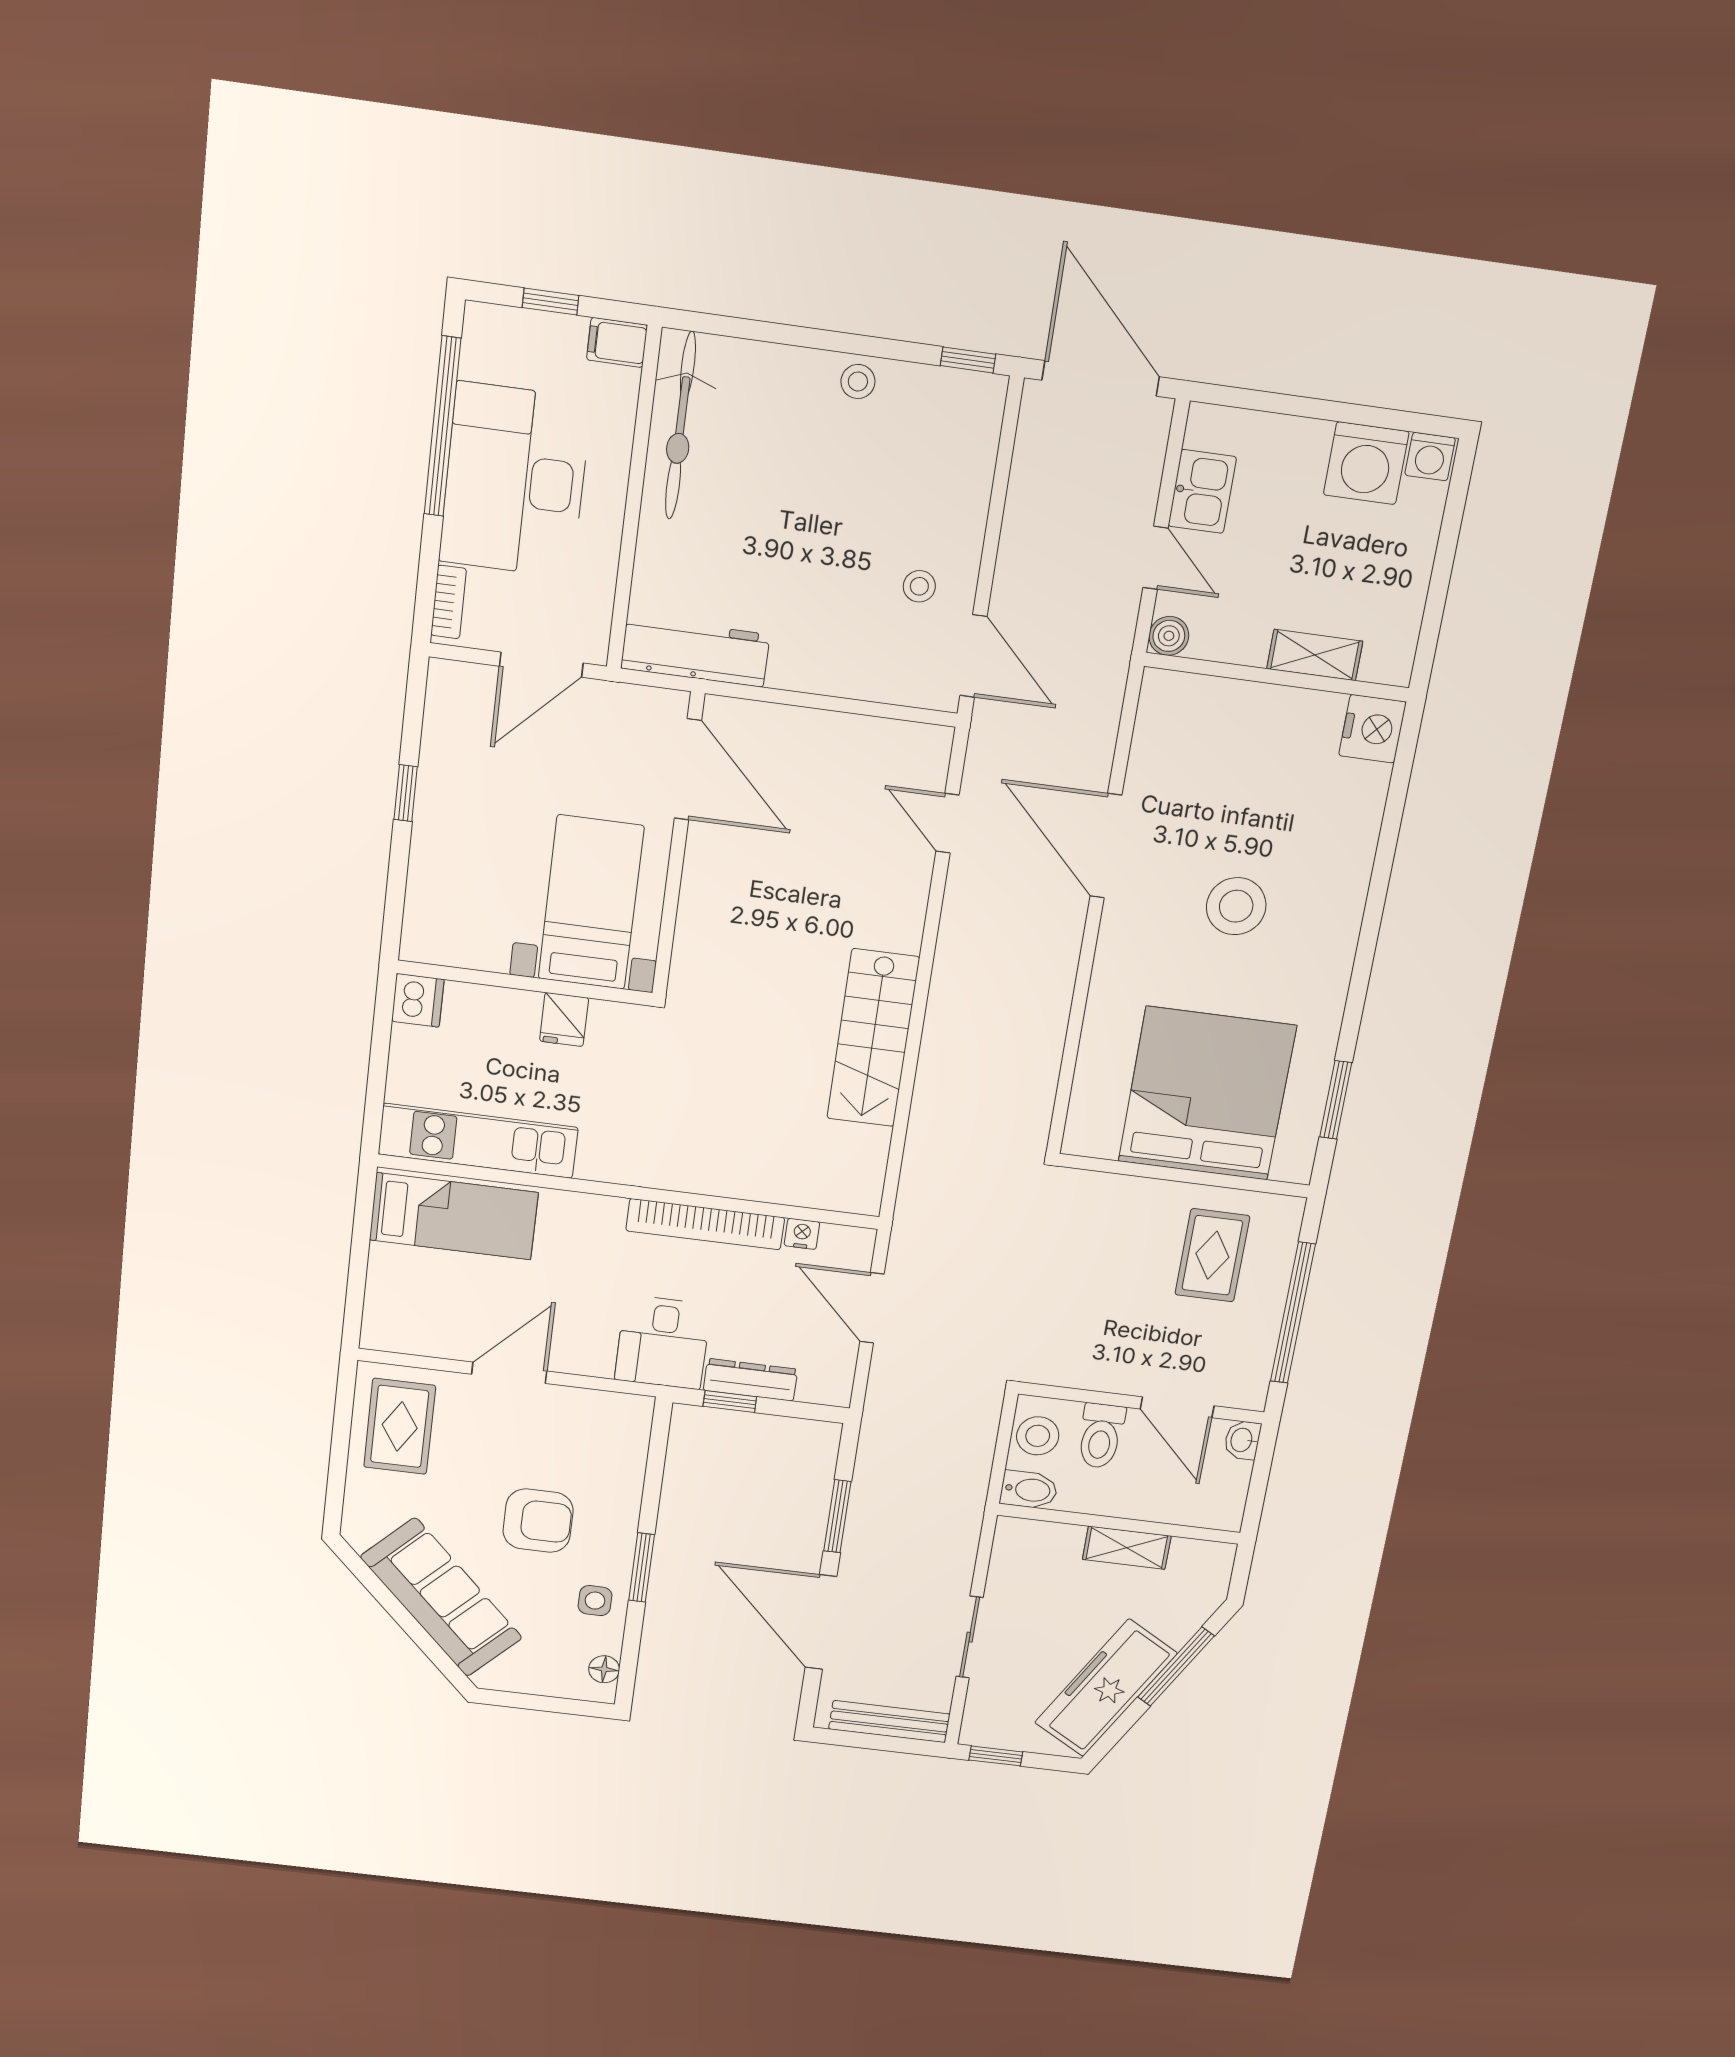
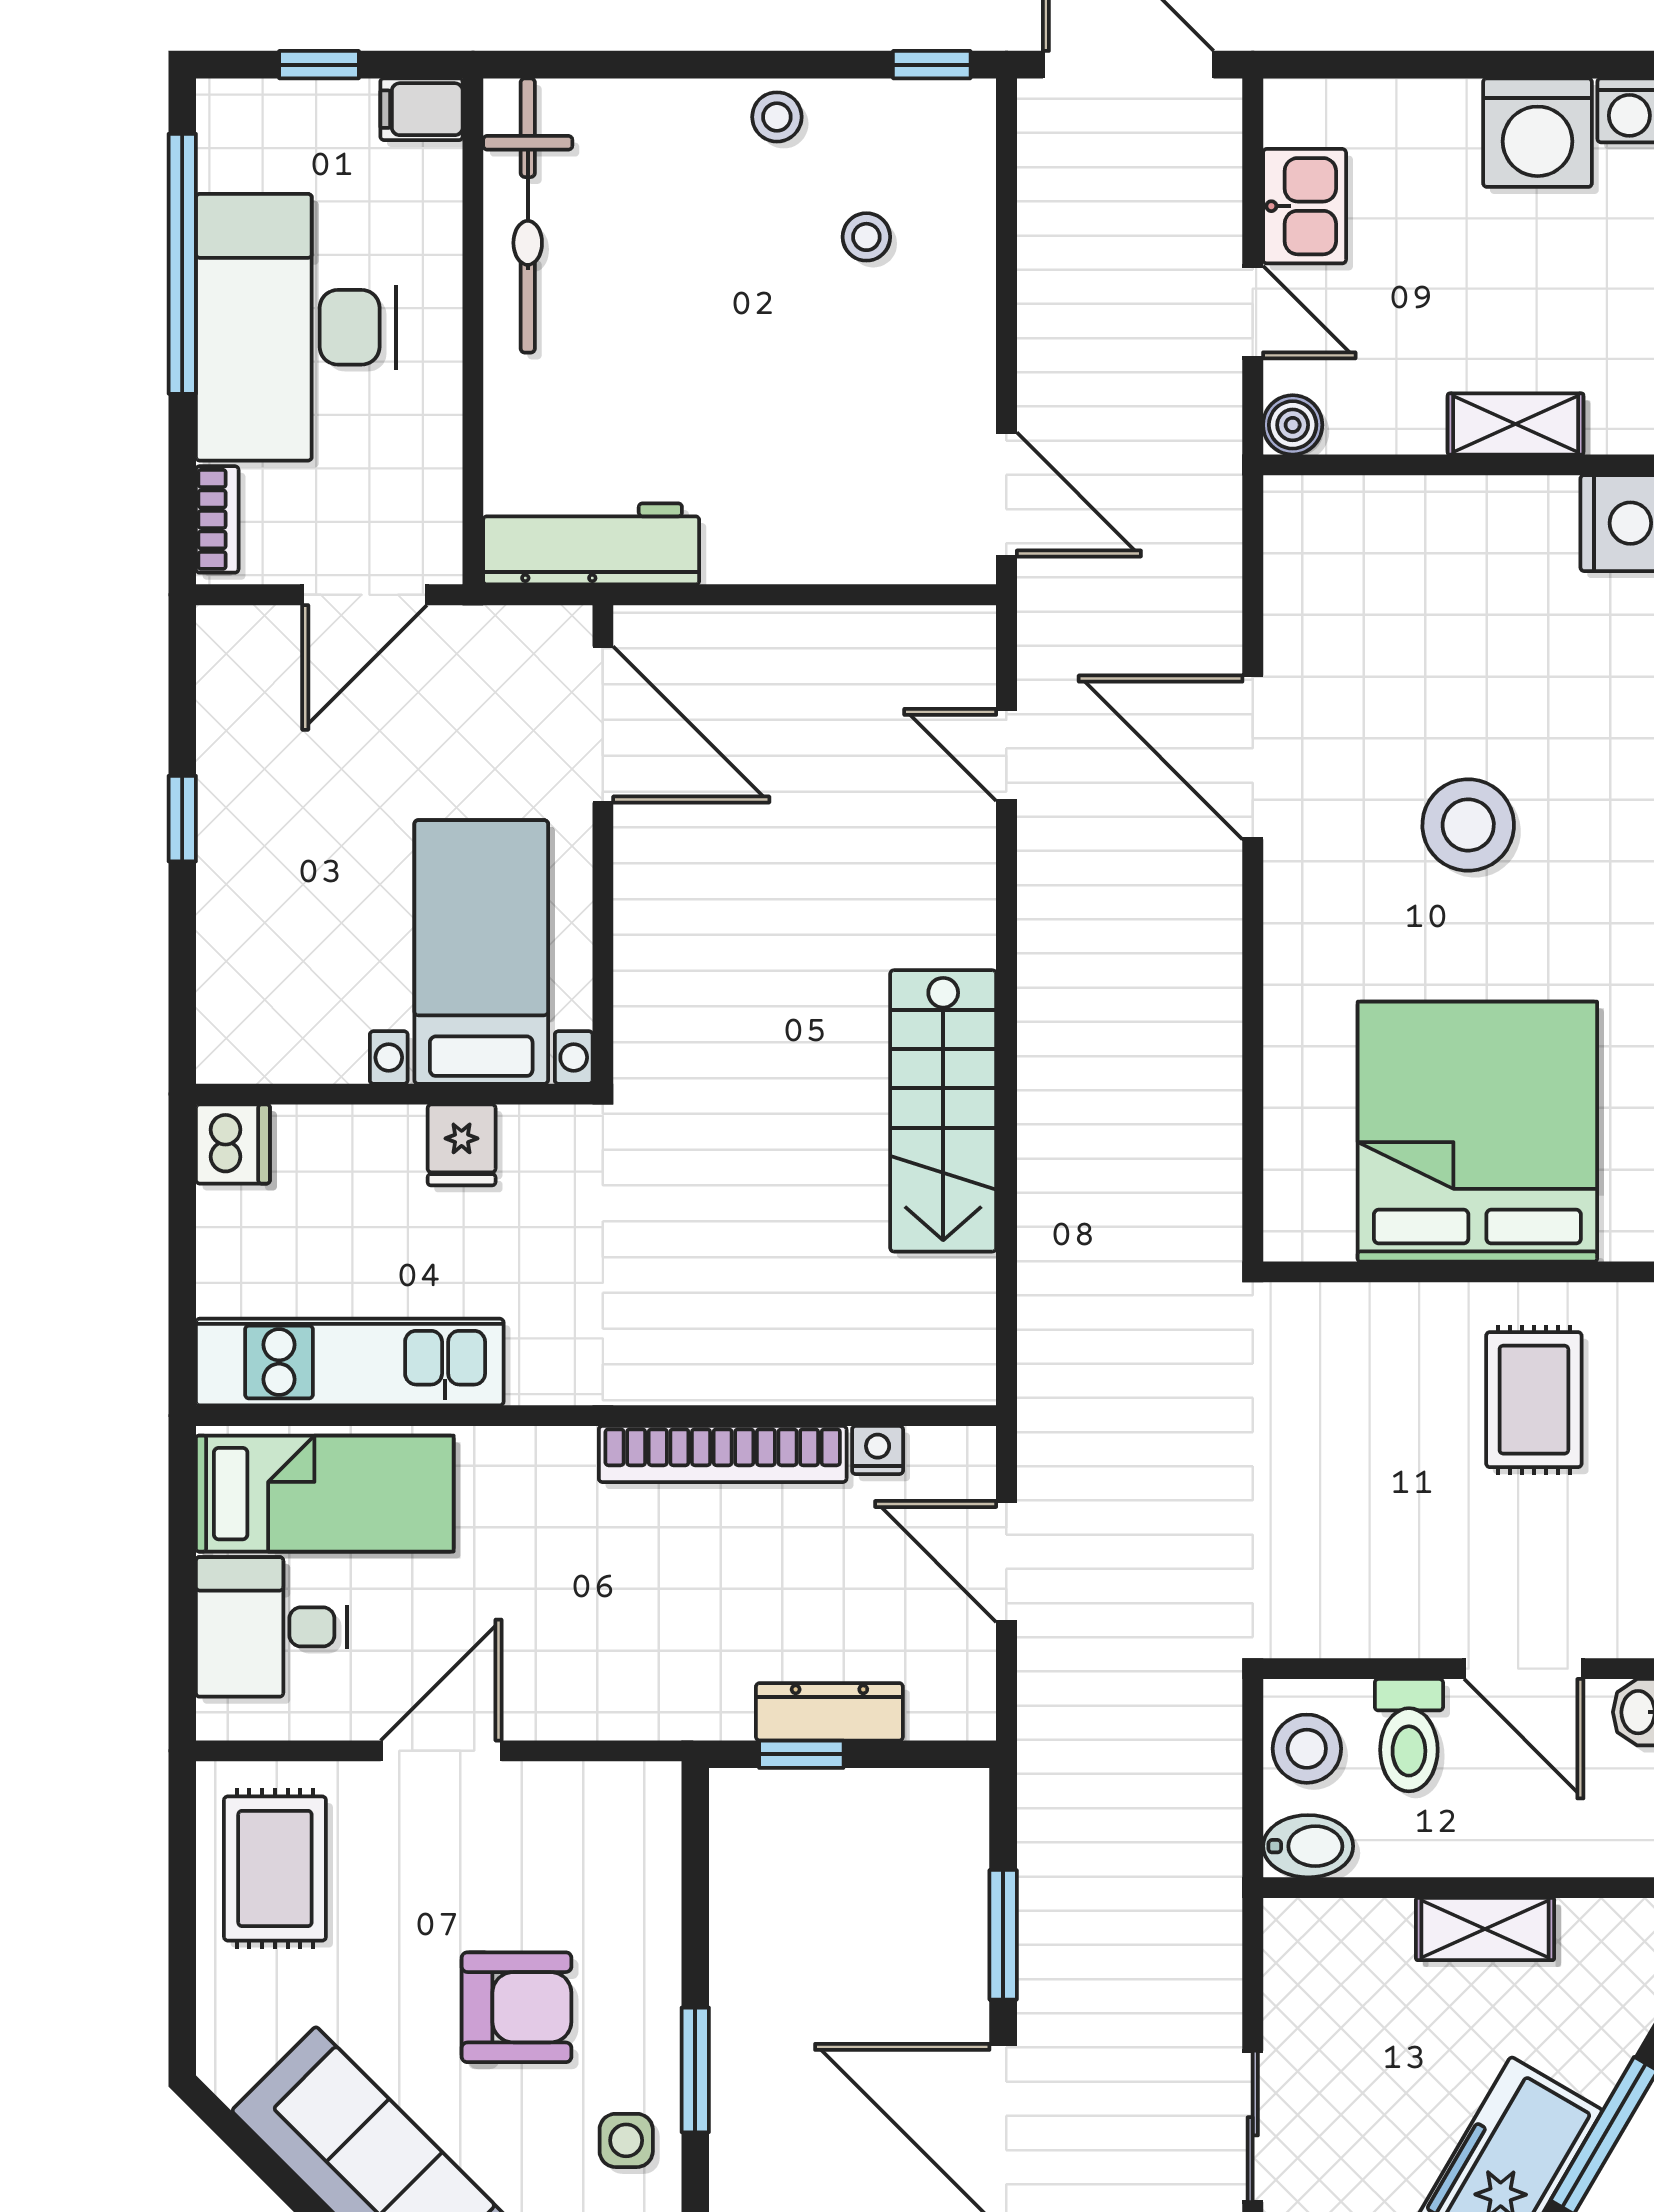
stool: (919, 586) -> (866, 237), moved
desk: (663, 1342) -> (271, 1627), moved, turned 90

